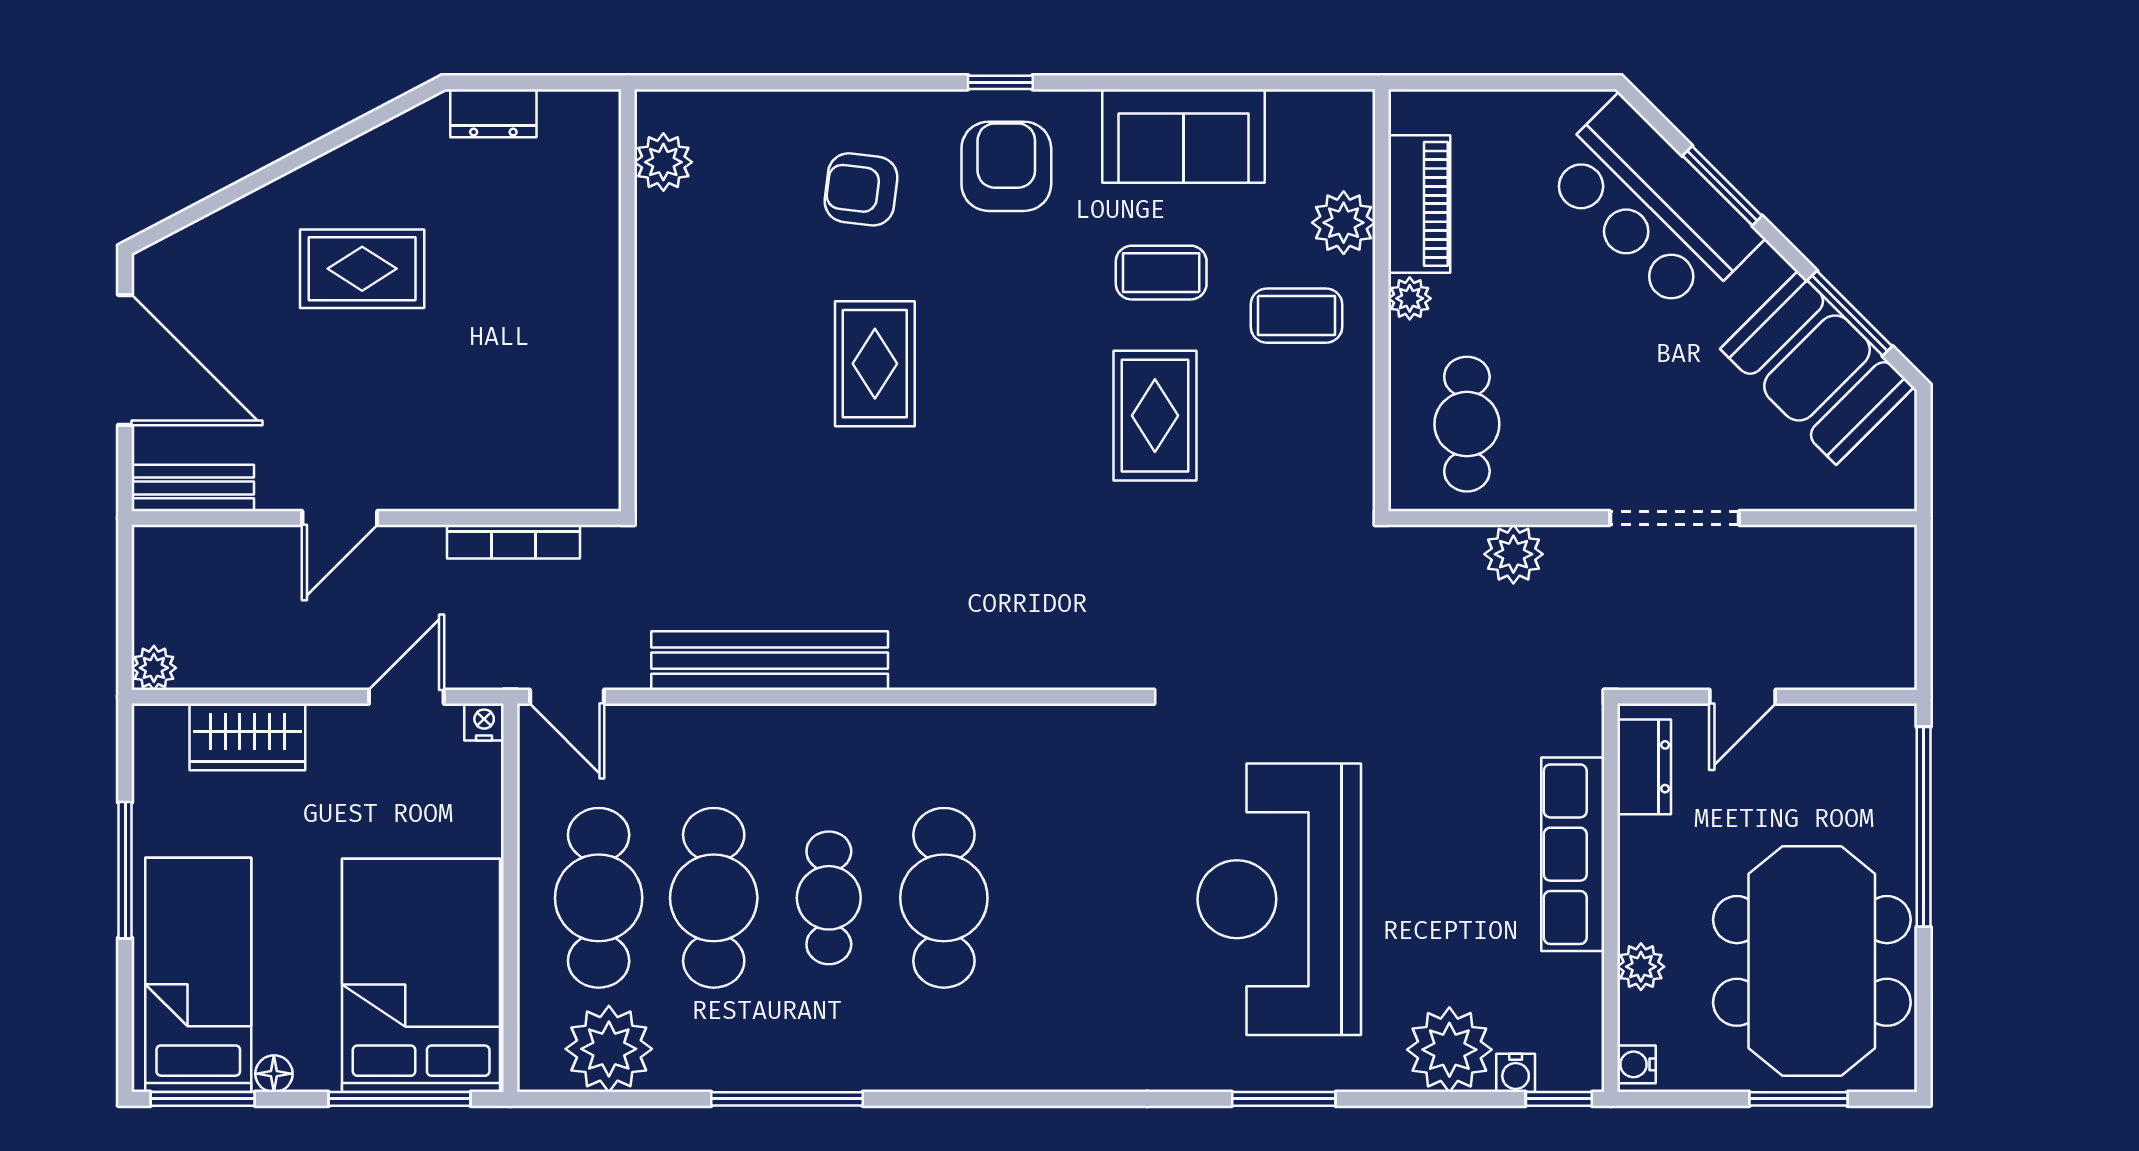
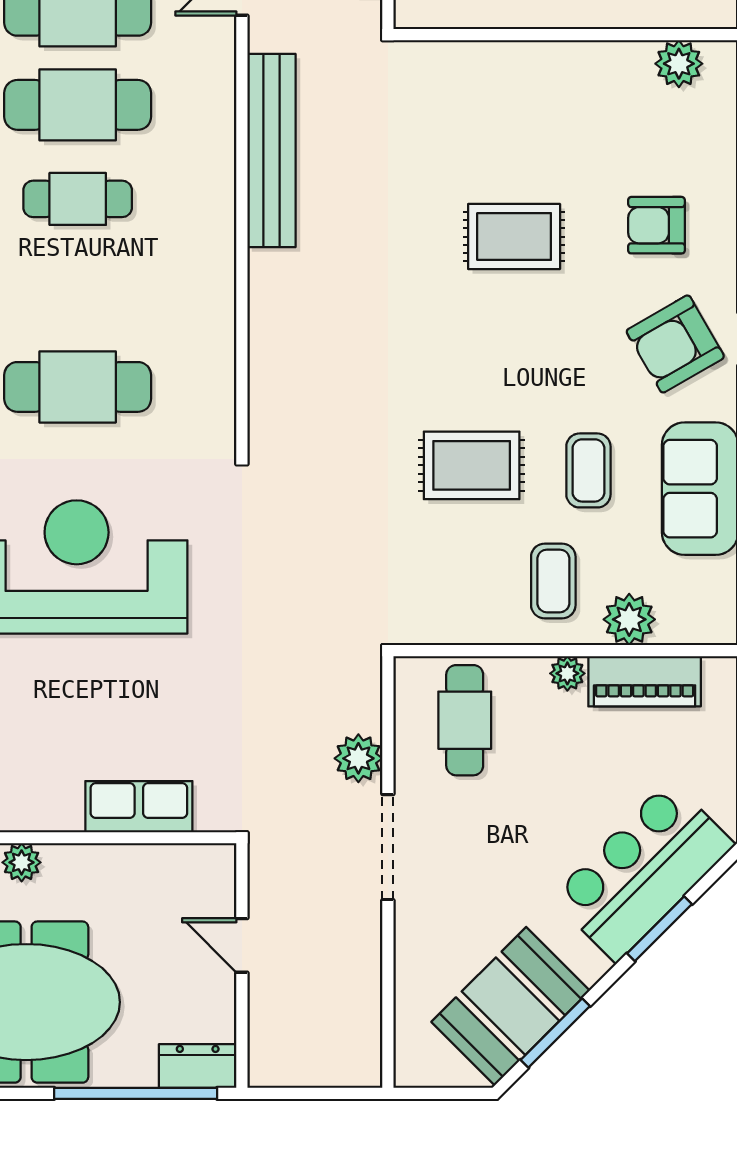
armchair: (1006, 166) -> (675, 344), turned 150
armchair: (861, 189) -> (656, 225), turned -97
cafe table: (1467, 424) -> (465, 720), turned 90
doorway: (1675, 518) -> (388, 847), moved
dresser: (1644, 767) -> (198, 1066), moved, turned 180
row of seats: (1573, 854) -> (139, 807), width x0.68
cafe table: (944, 898) -> (78, 387), moved

